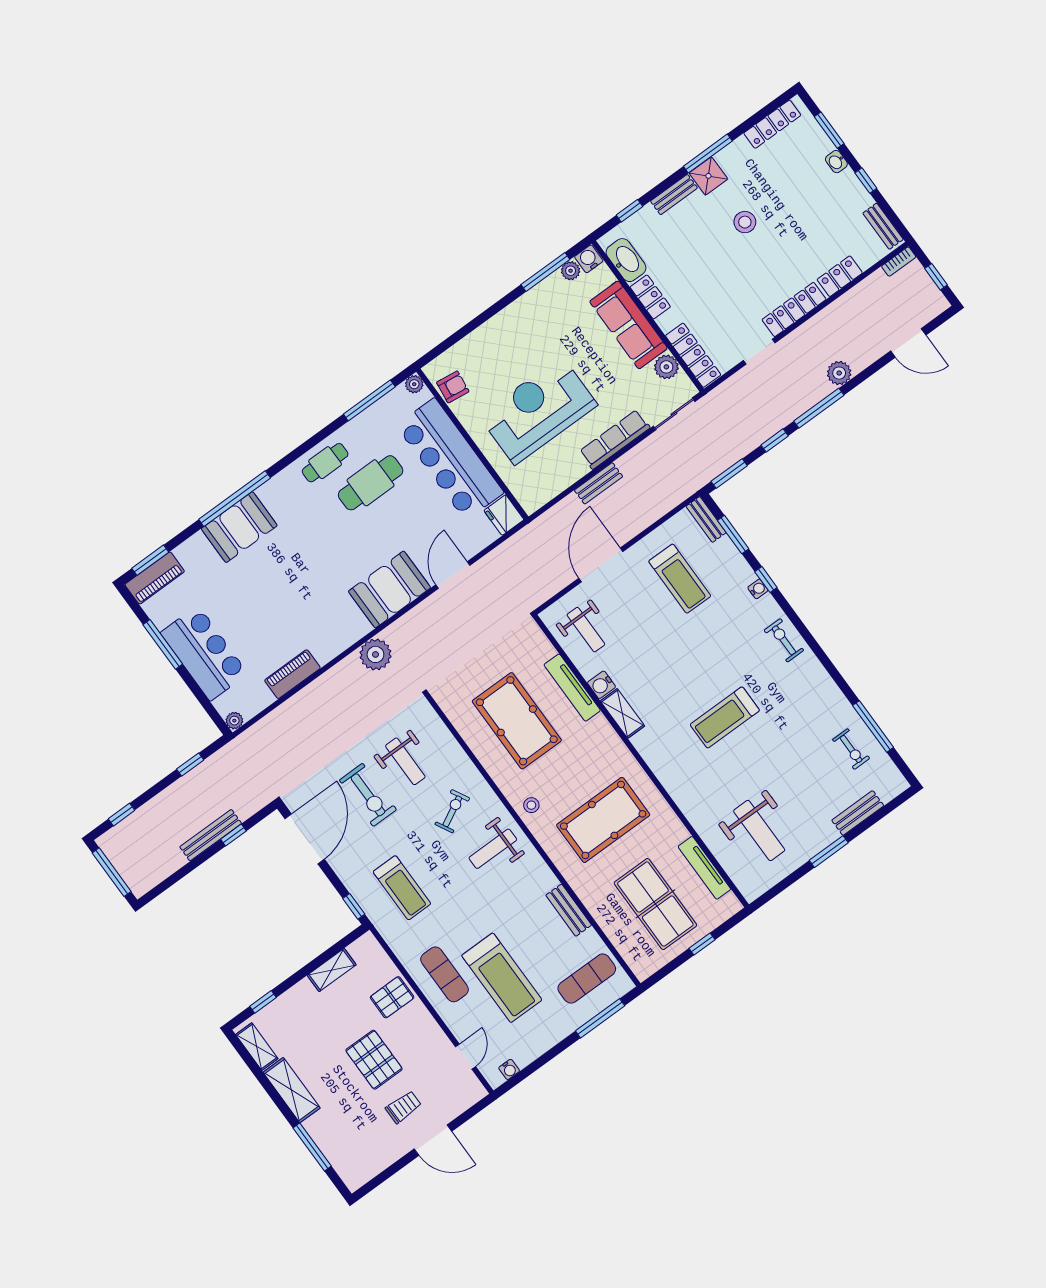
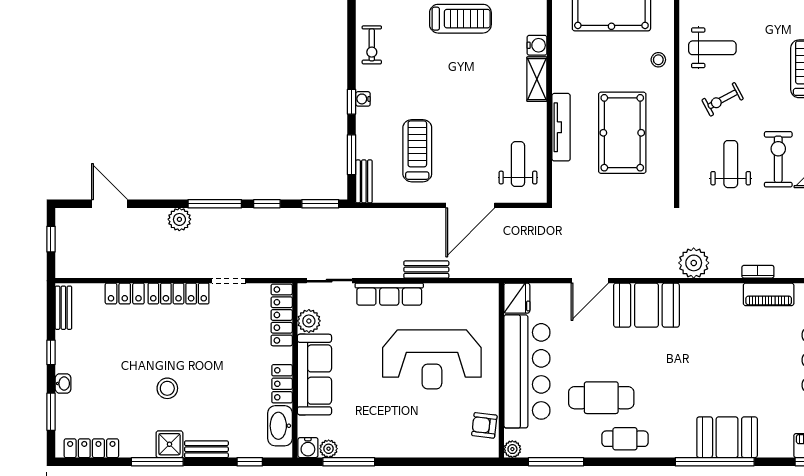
bookcase: (899, 262) -> (758, 272), moved
water cooler: (601, 685) -> (537, 45), moved

